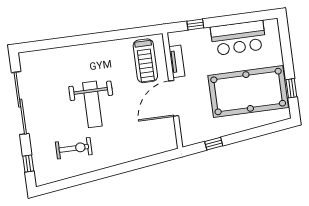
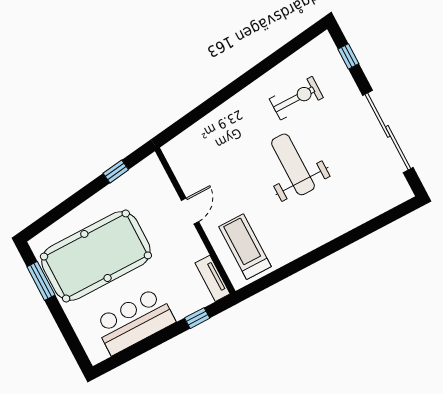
tv unit: (177, 61) -> (213, 278), moved
window: (291, 88) -> (41, 281), width x1.50
door: (174, 98) -> (190, 211), width x0.53
exercise bike: (74, 148) -> (296, 98), turned 180

